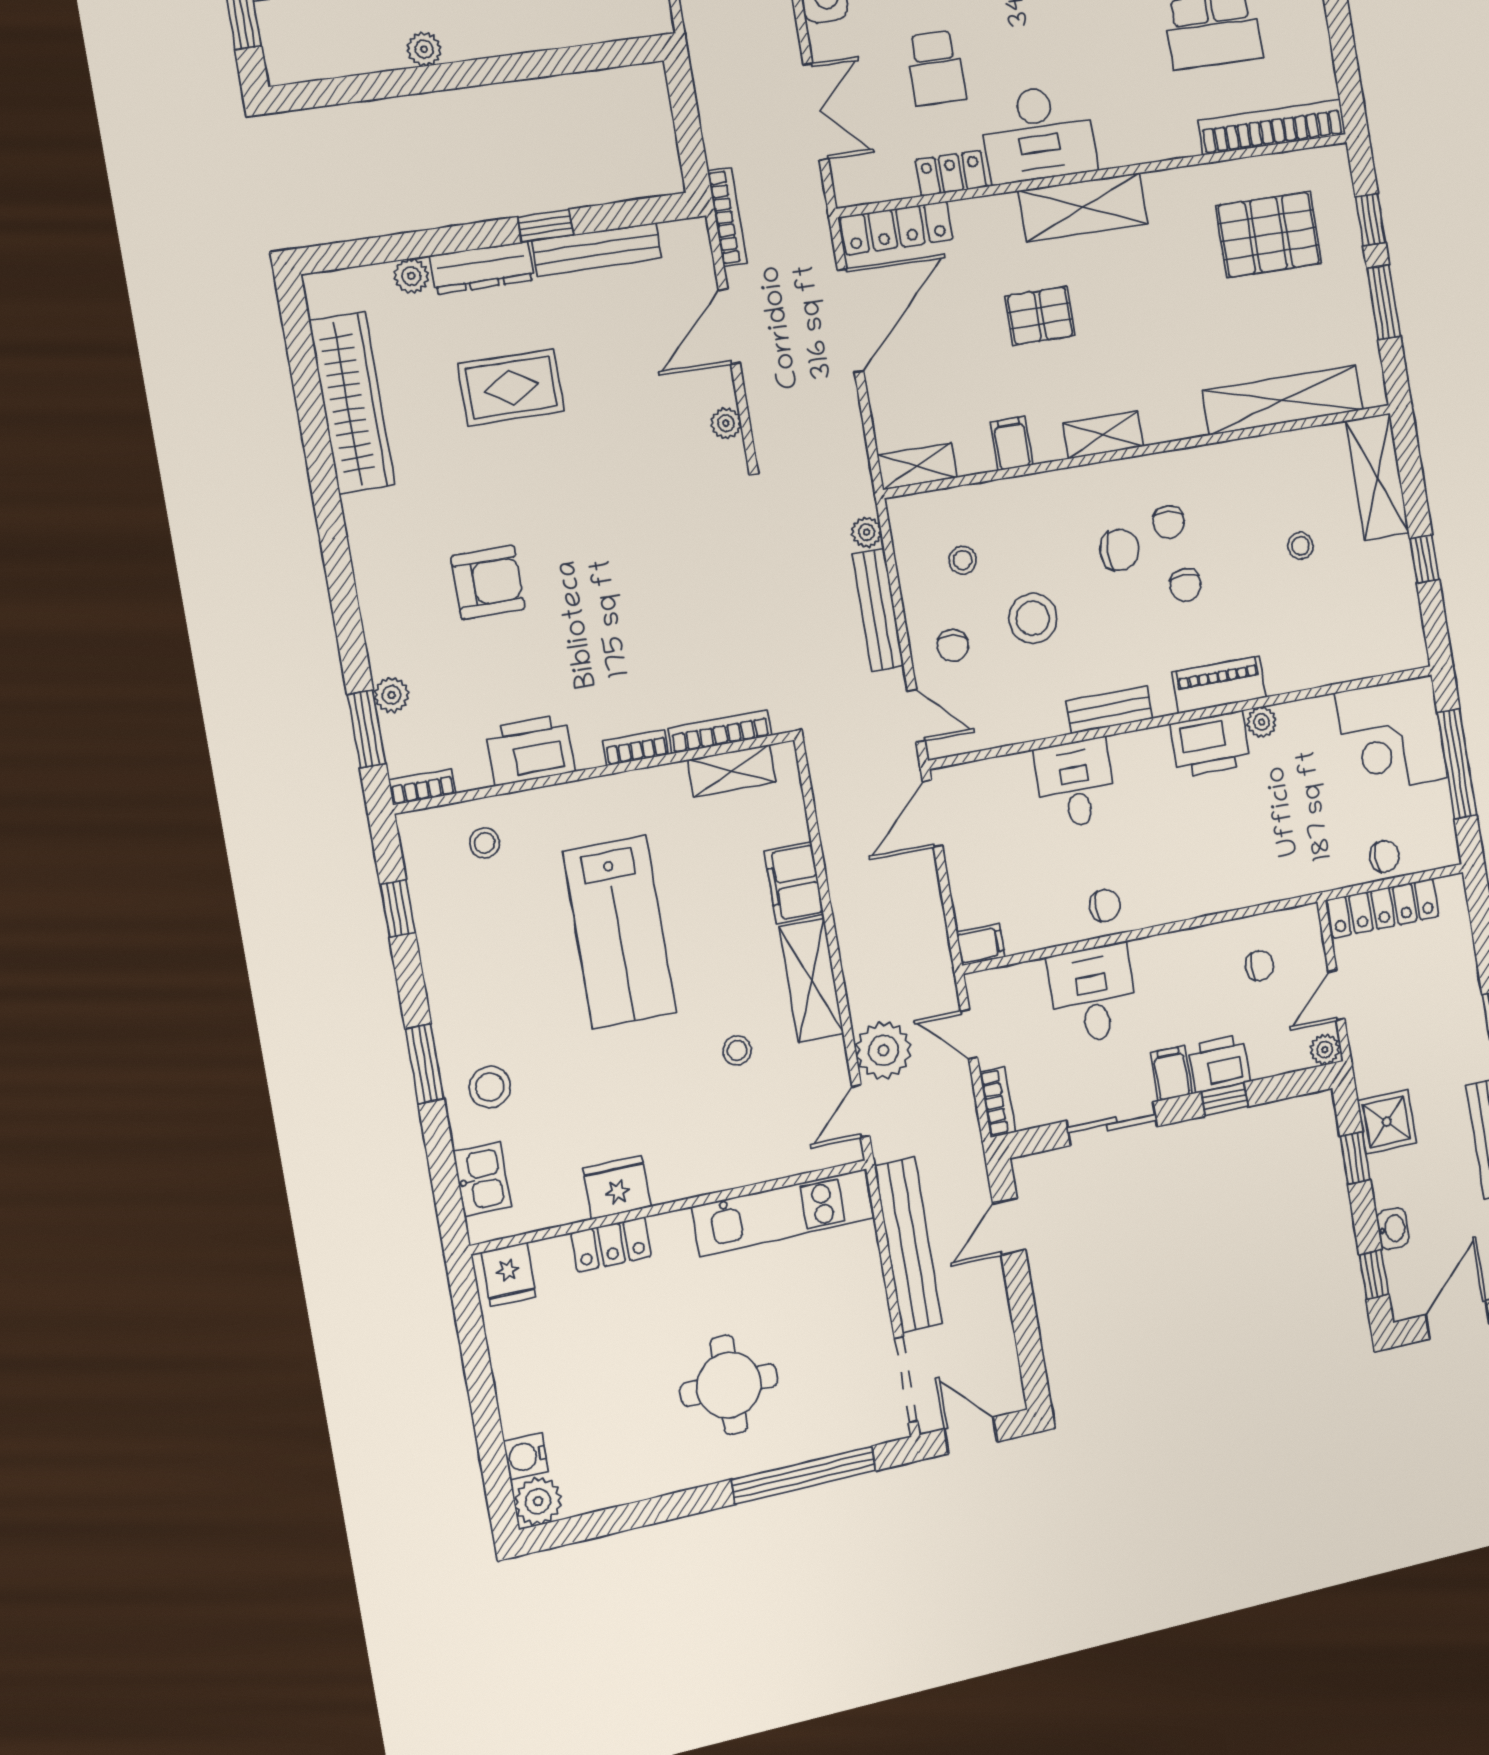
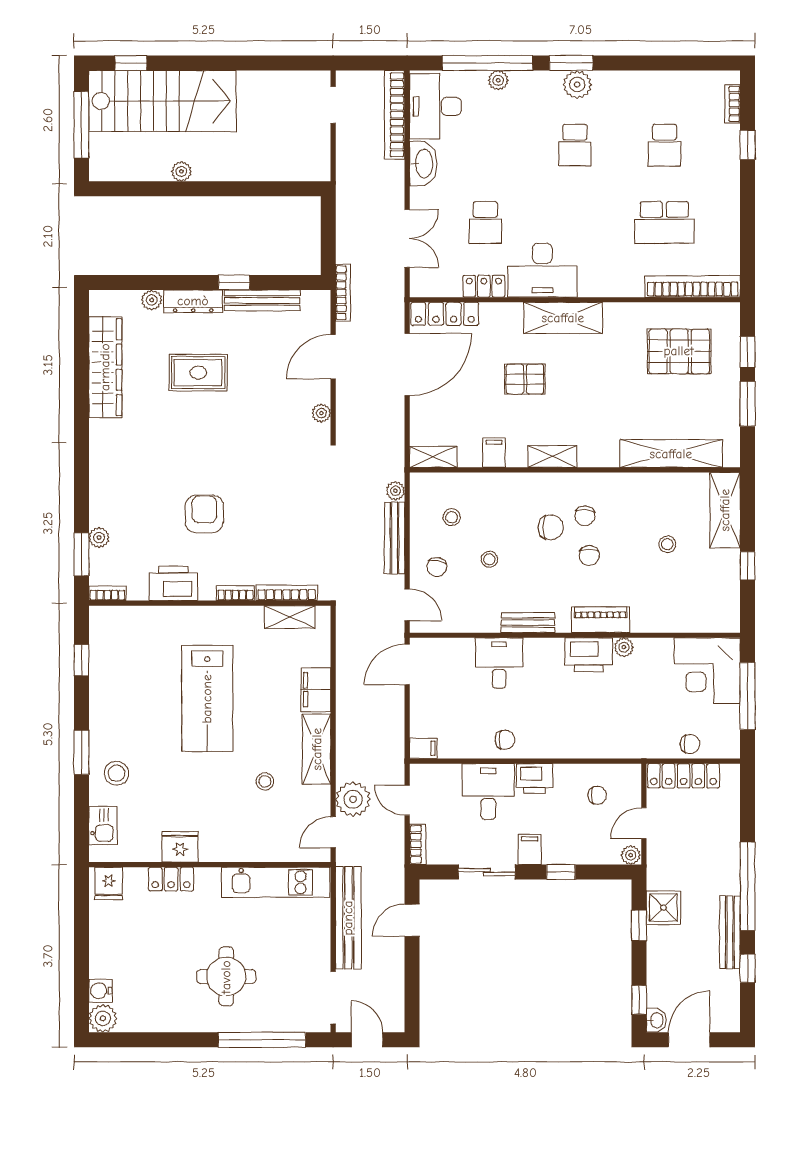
armchair: (488, 582) -> (204, 514), moved, turned -90
stool: (1033, 618) -> (489, 559), width x0.53, depth x0.53
stool: (485, 843) -> (138, 632), removed
printer: (1219, 1063) -> (534, 778), moved, turned 180
washbasin: (1393, 1229) -> (656, 1020), moved

